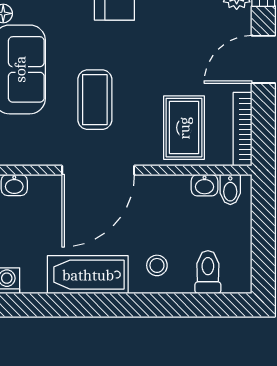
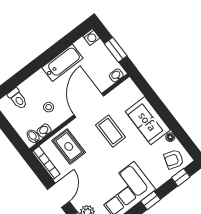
stool: (157, 265) -> (49, 107), moved

